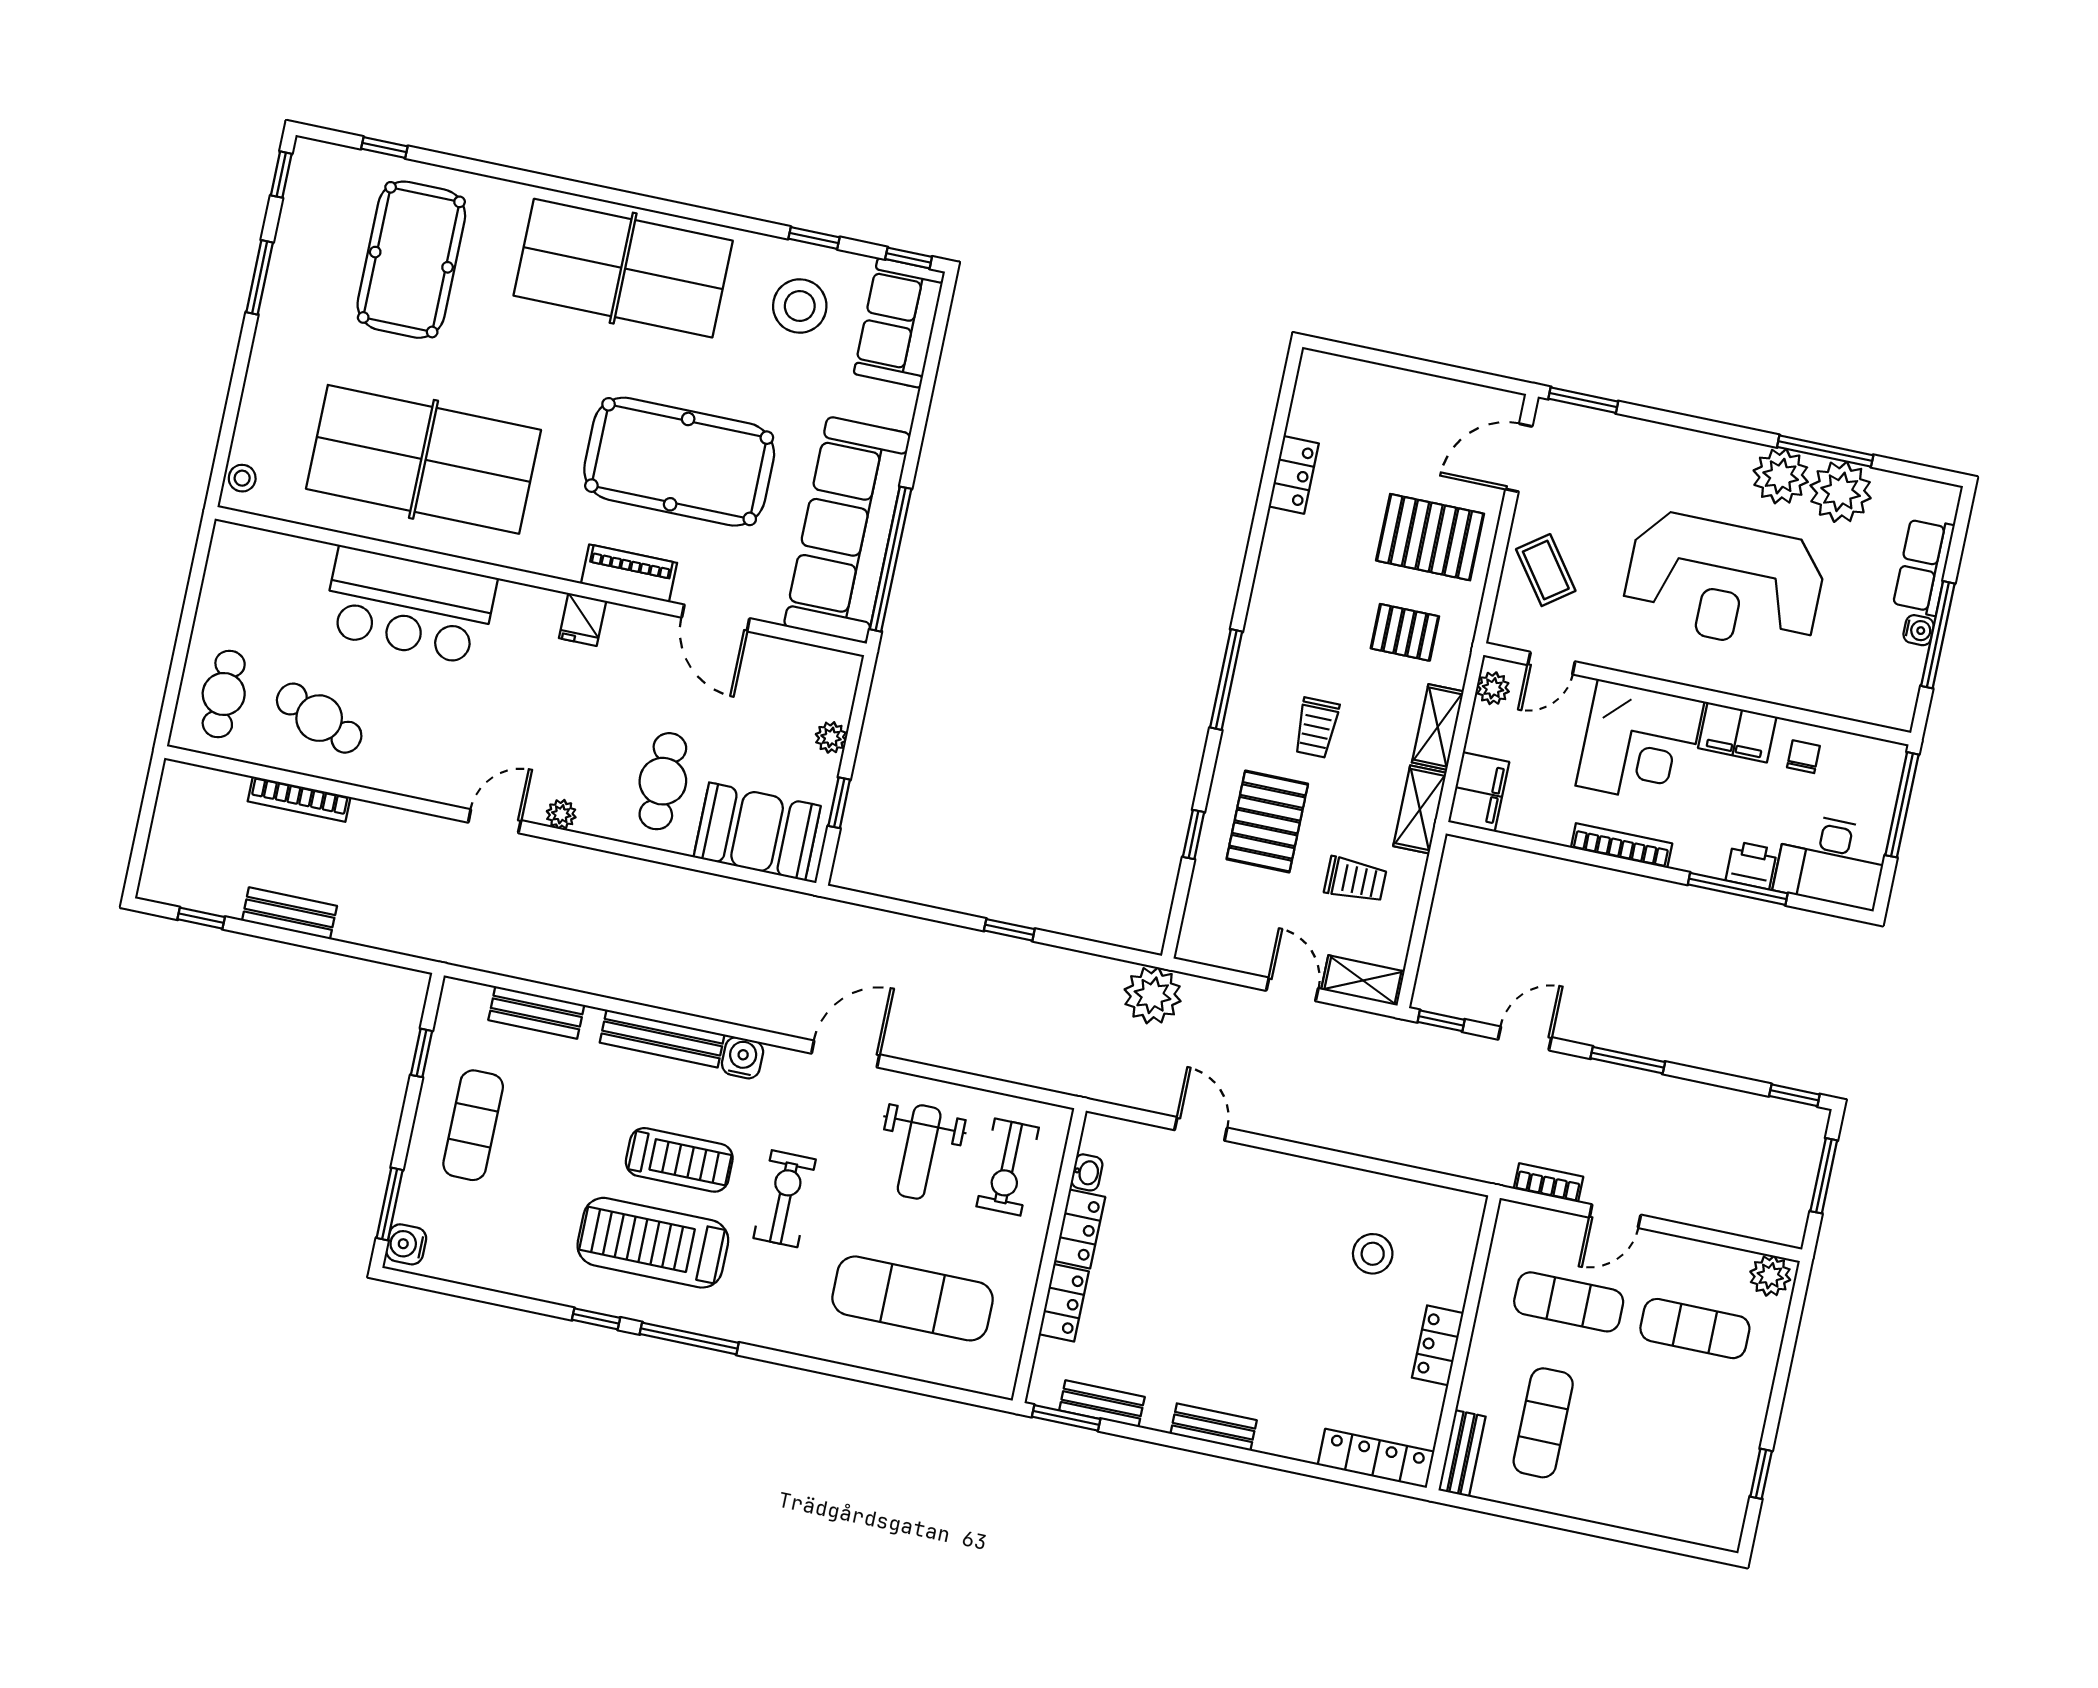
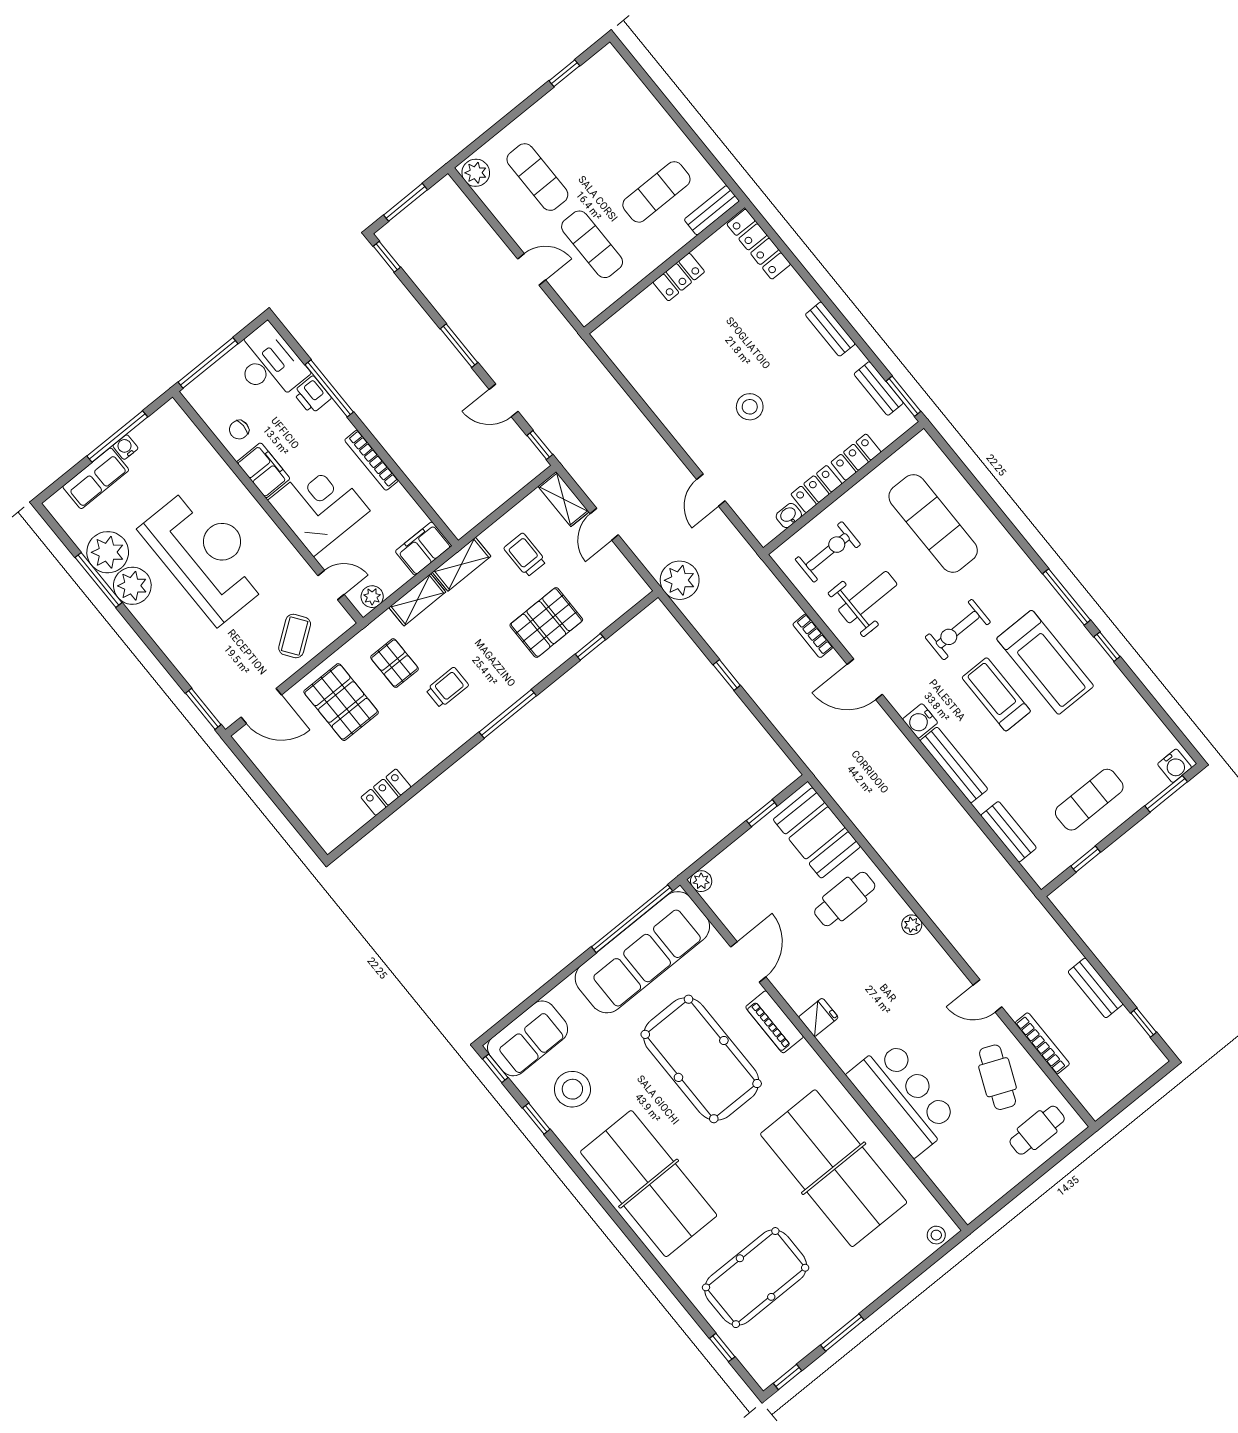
trolley: (1316, 728) -> (447, 687), moved
plant: (831, 737) -> (701, 881), moved
door: (495, 821) -> (988, 996), moved
bookcase: (1548, 1183) -> (813, 636), moved
stool: (1373, 1254) -> (750, 407), moved

